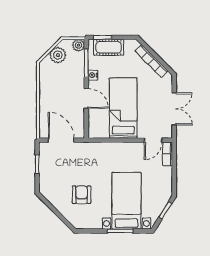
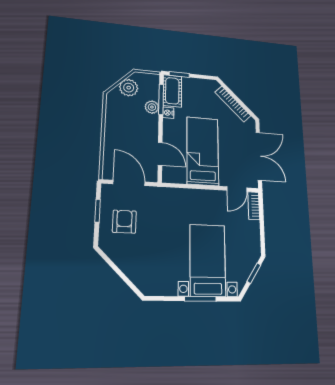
plant: (78, 45) -> (152, 107), moved
cot: (109, 47) -> (172, 91), moved, turned 90
door: (86, 98) -> (160, 154), moved
double door: (174, 109) -> (259, 156), width x1.37
armchair: (82, 195) -> (124, 222), moved

